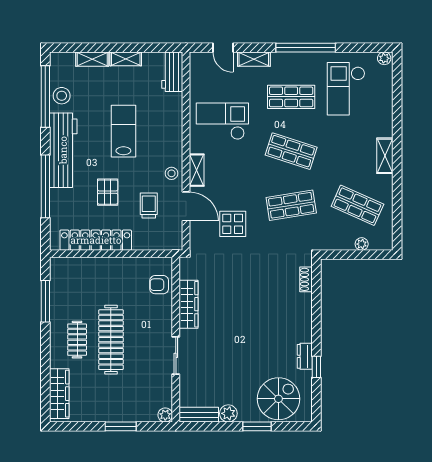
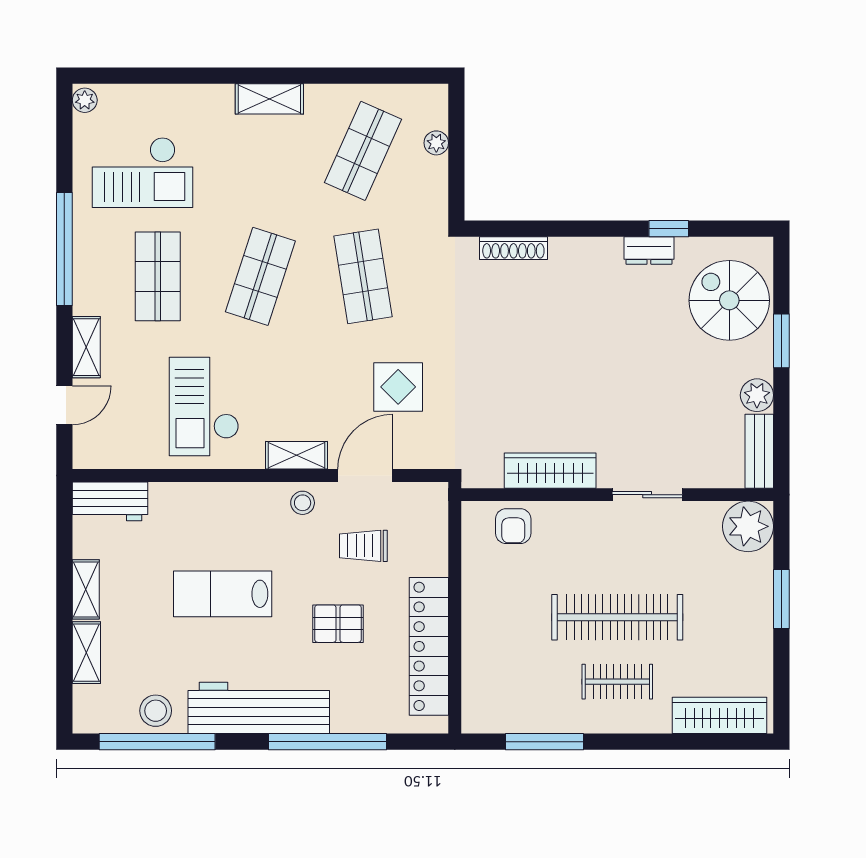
shoe rack: (306, 279) -> (513, 248), width x1.43
plant: (165, 415) -> (748, 526), width x1.88, depth x1.88

